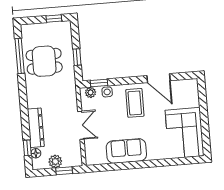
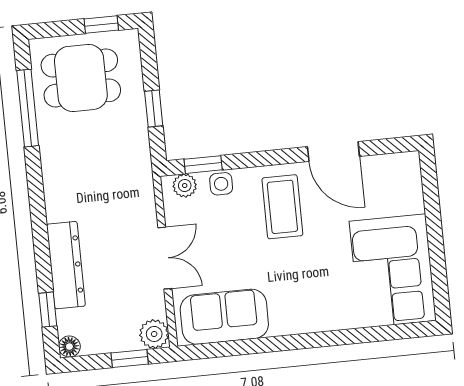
dining table: (44, 61) -> (81, 78), moved
sofa: (126, 151) -> (224, 317), moved
floor lamp: (36, 153) -> (69, 347), moved
plant: (55, 161) -> (154, 334), moved

